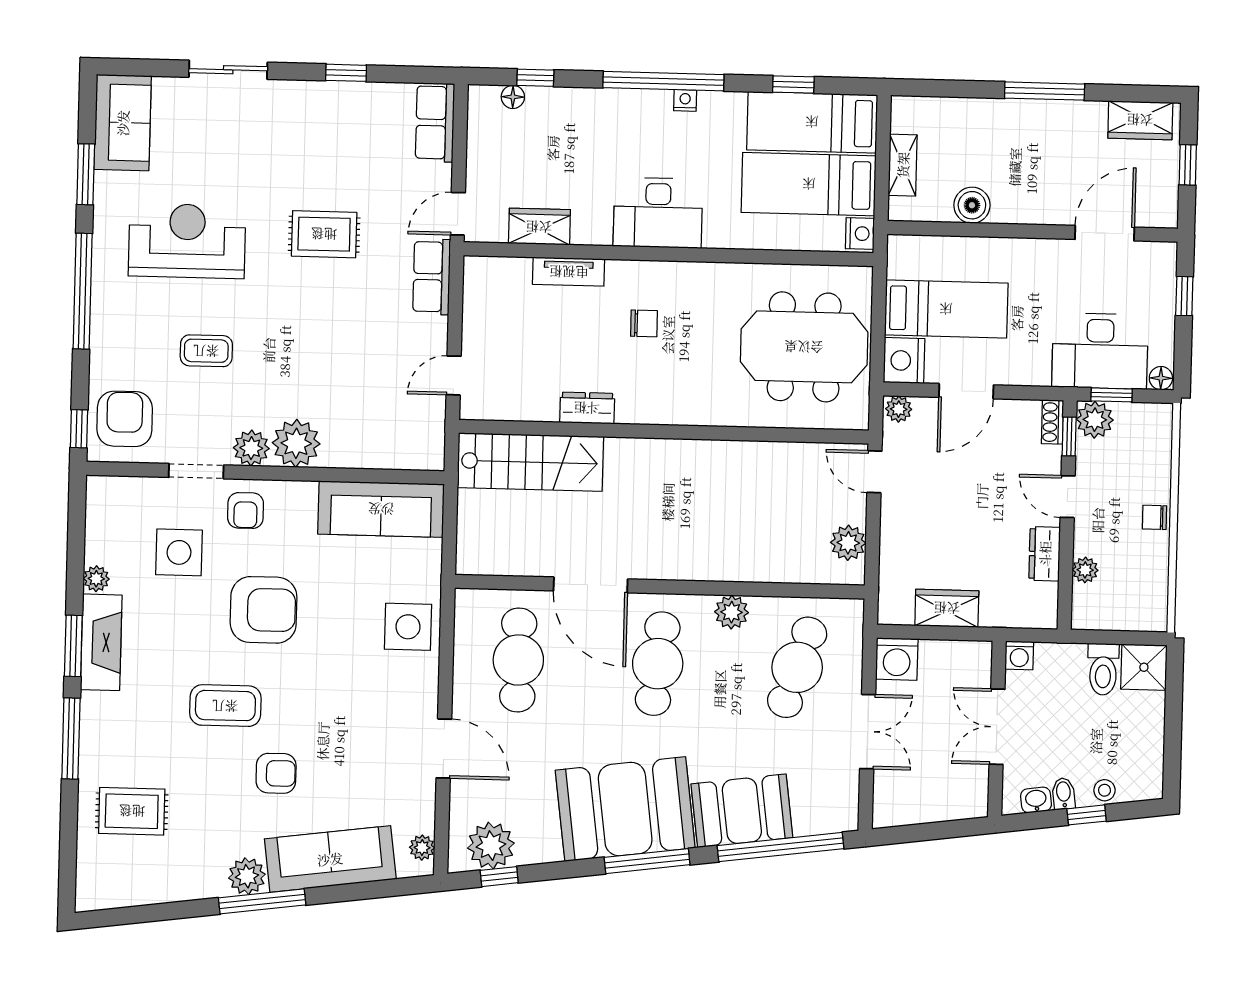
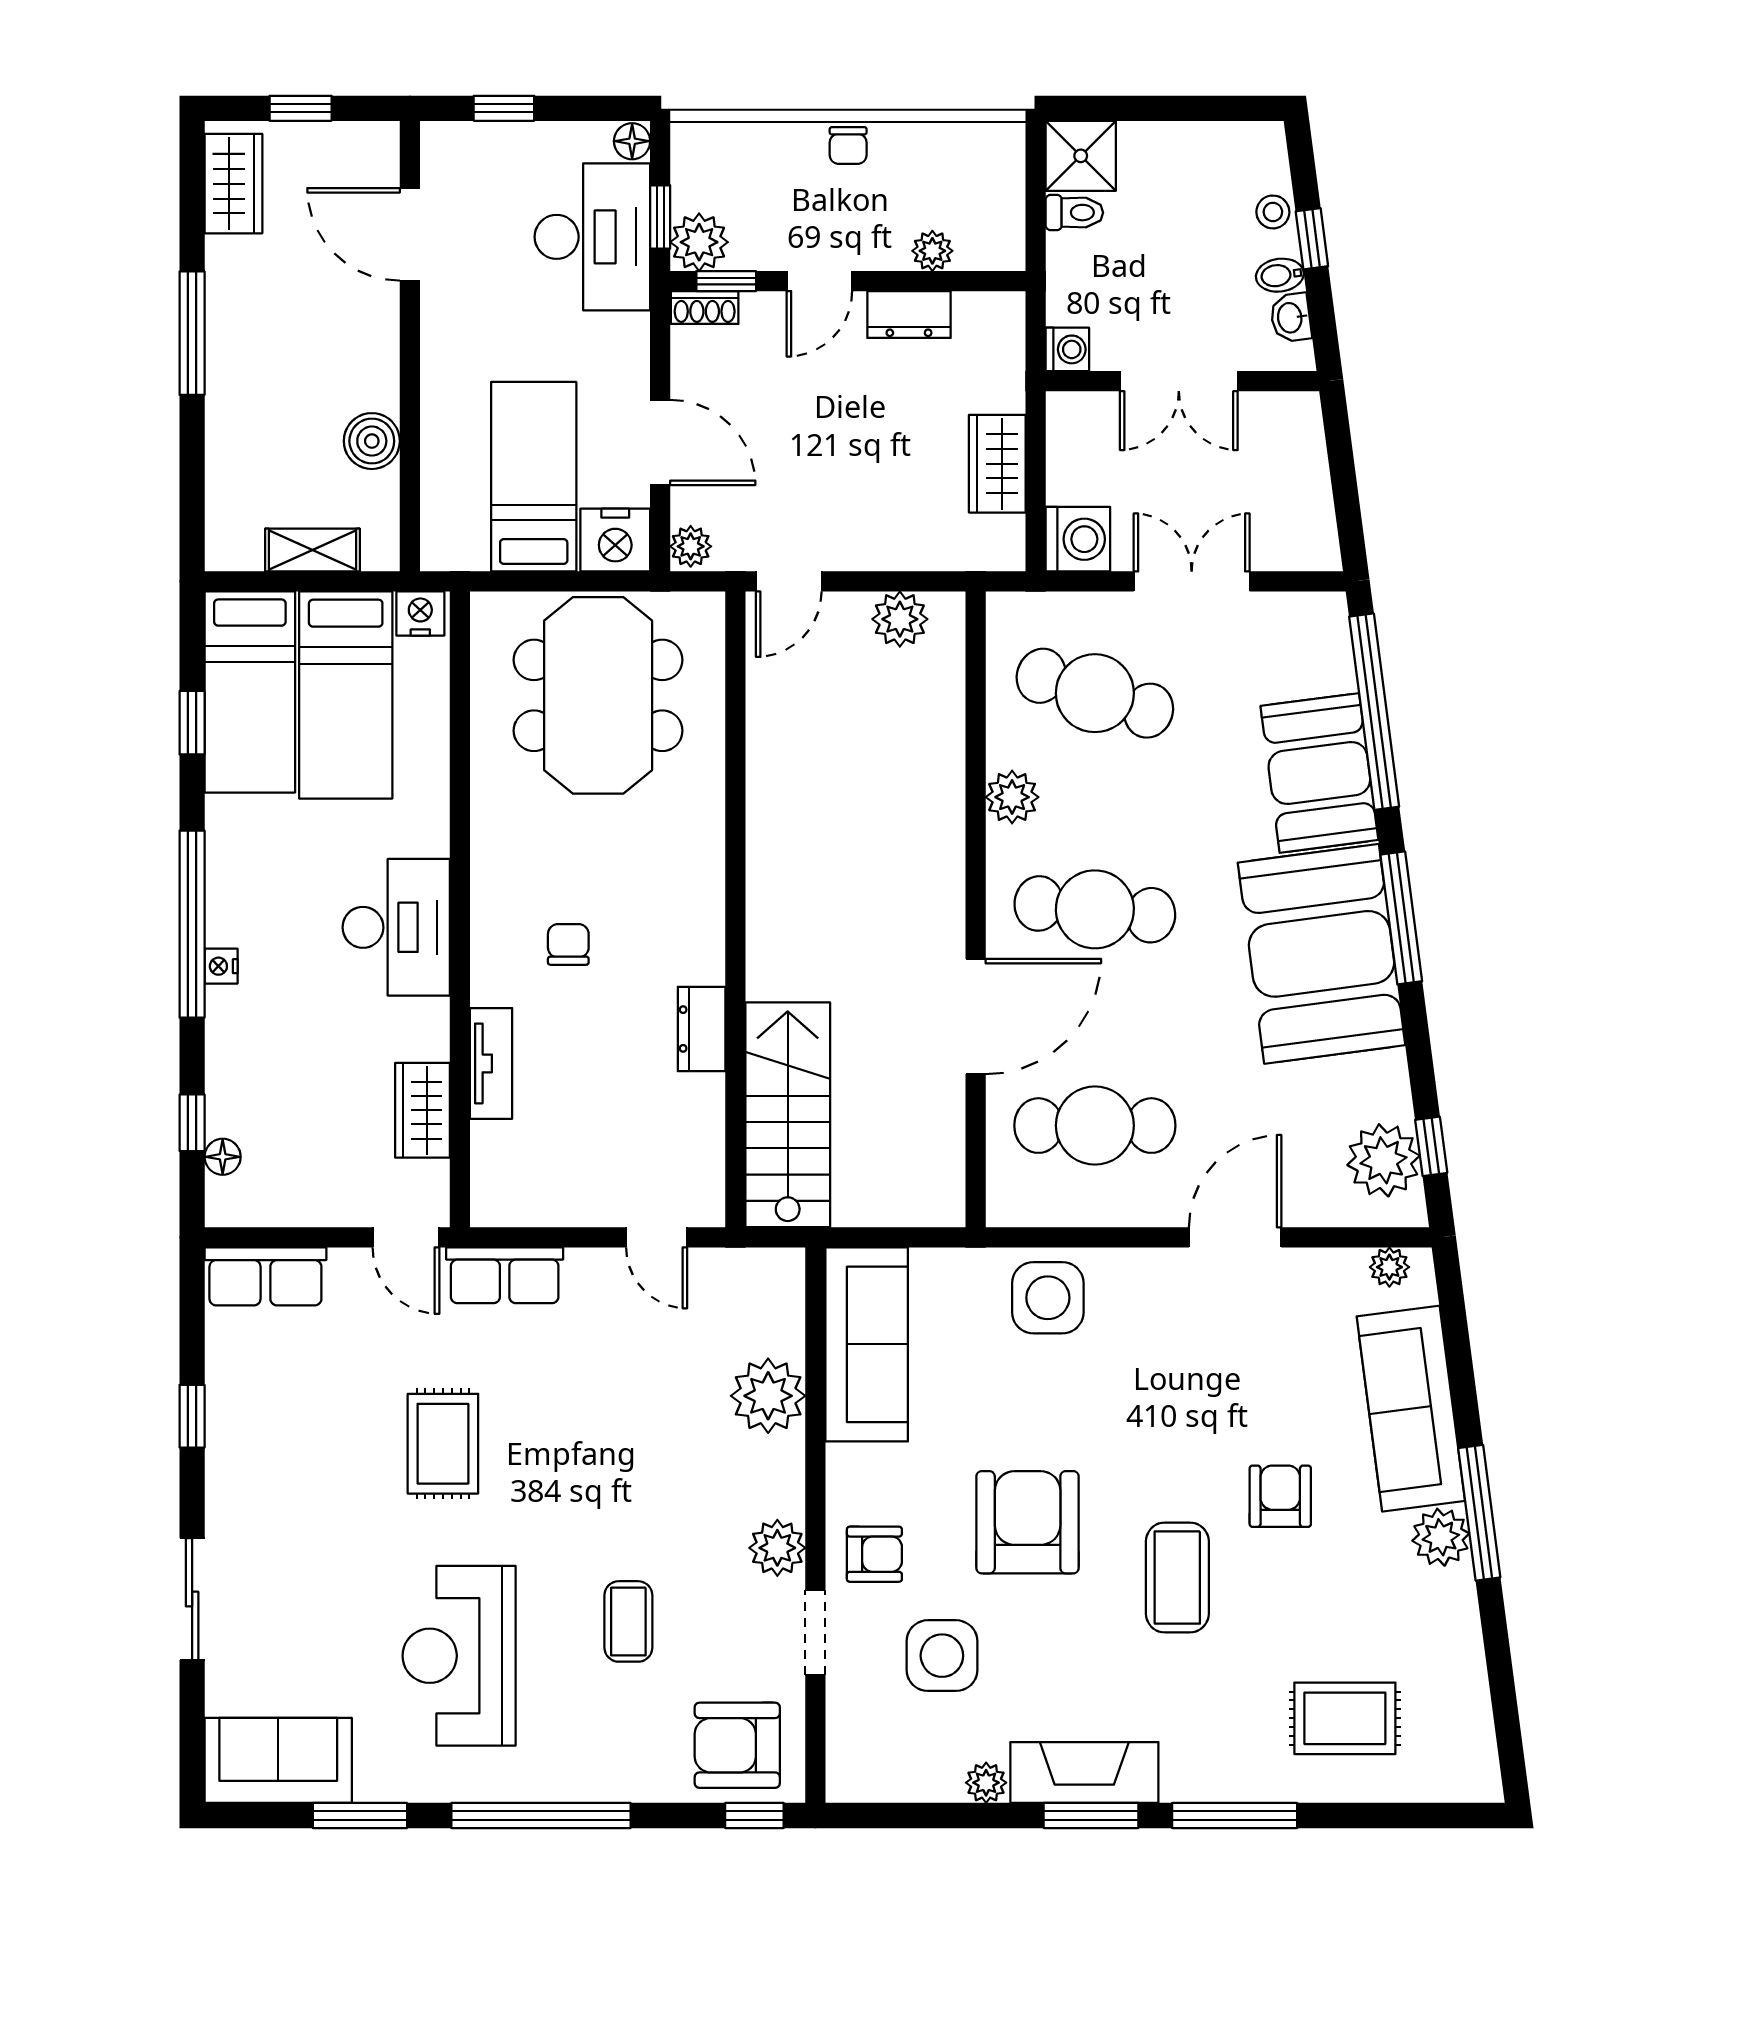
nightstand: (685, 100) -> (221, 966), moved
plant: (296, 443) -> (768, 1396), moved
toilet: (1103, 669) -> (1074, 213), width x0.73, depth x0.72
rug: (132, 811) -> (1345, 1718), turned 90

